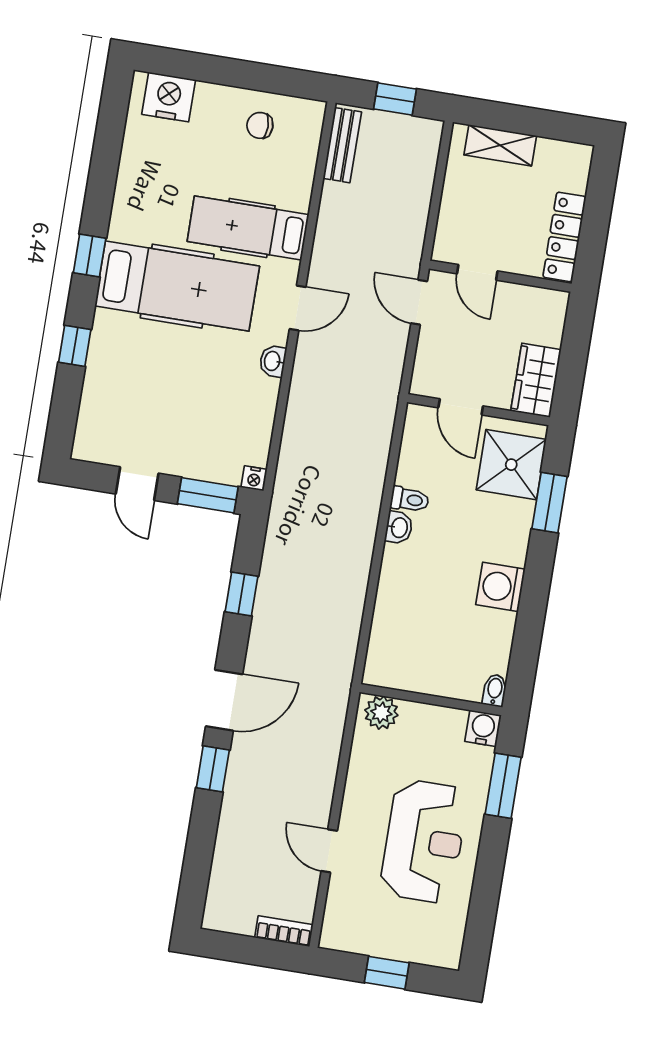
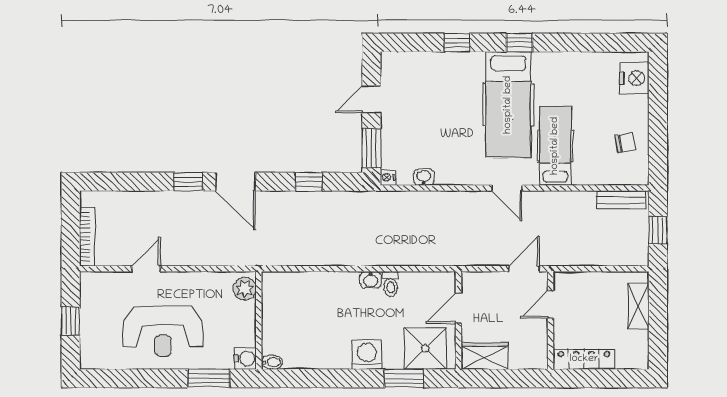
chair: (260, 125) -> (625, 143), turned 80
washbasin: (273, 361) -> (424, 177), moved
washing machine: (500, 587) -> (367, 355), moved
bookcase: (284, 931) -> (87, 237), width x1.56

